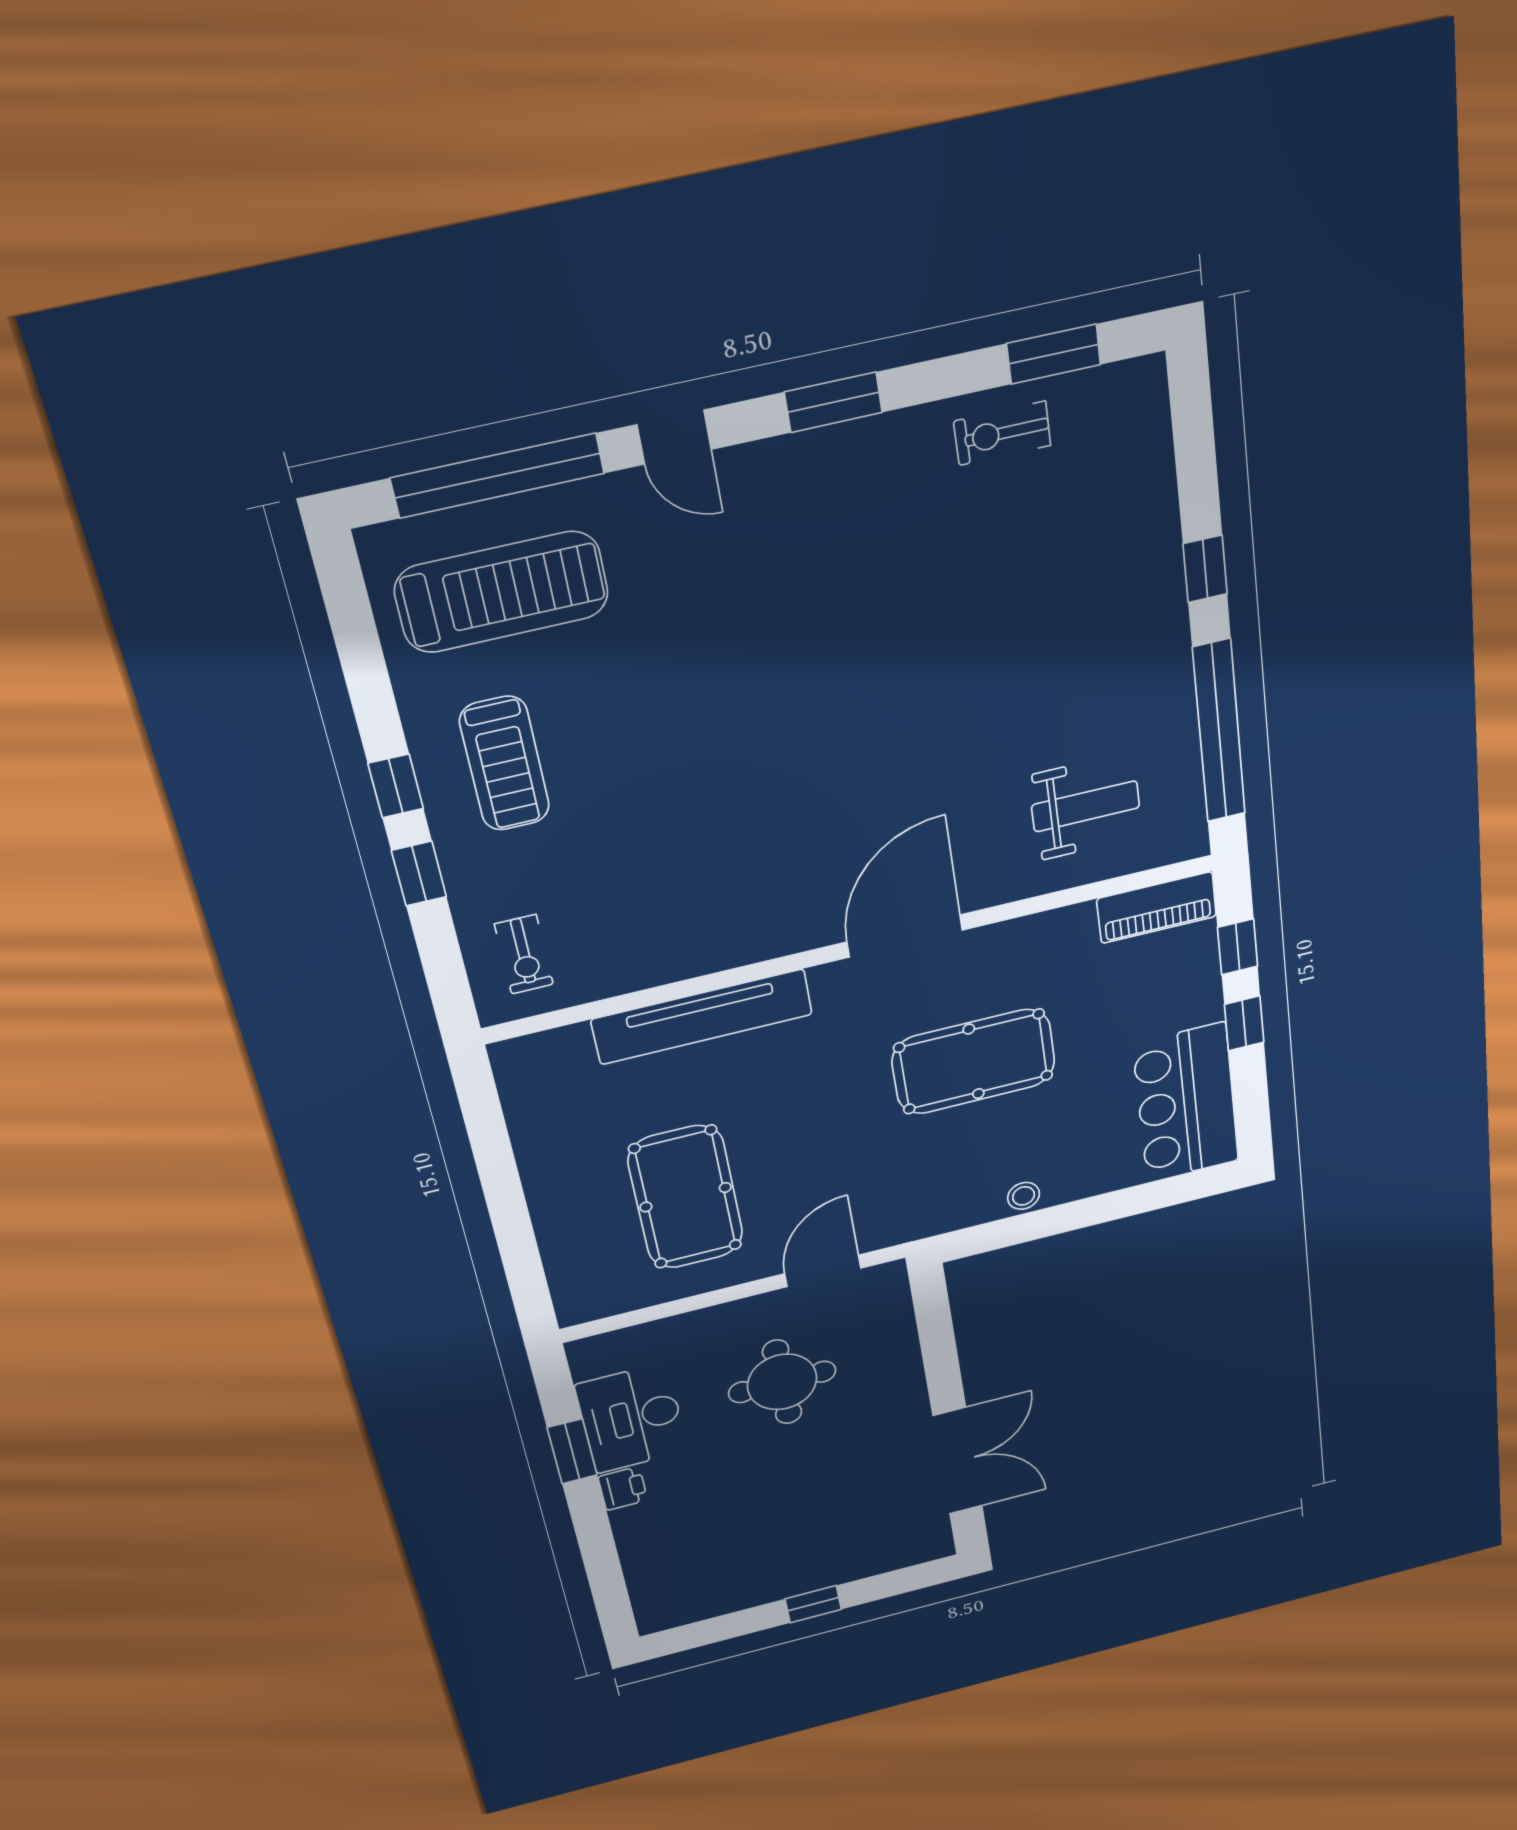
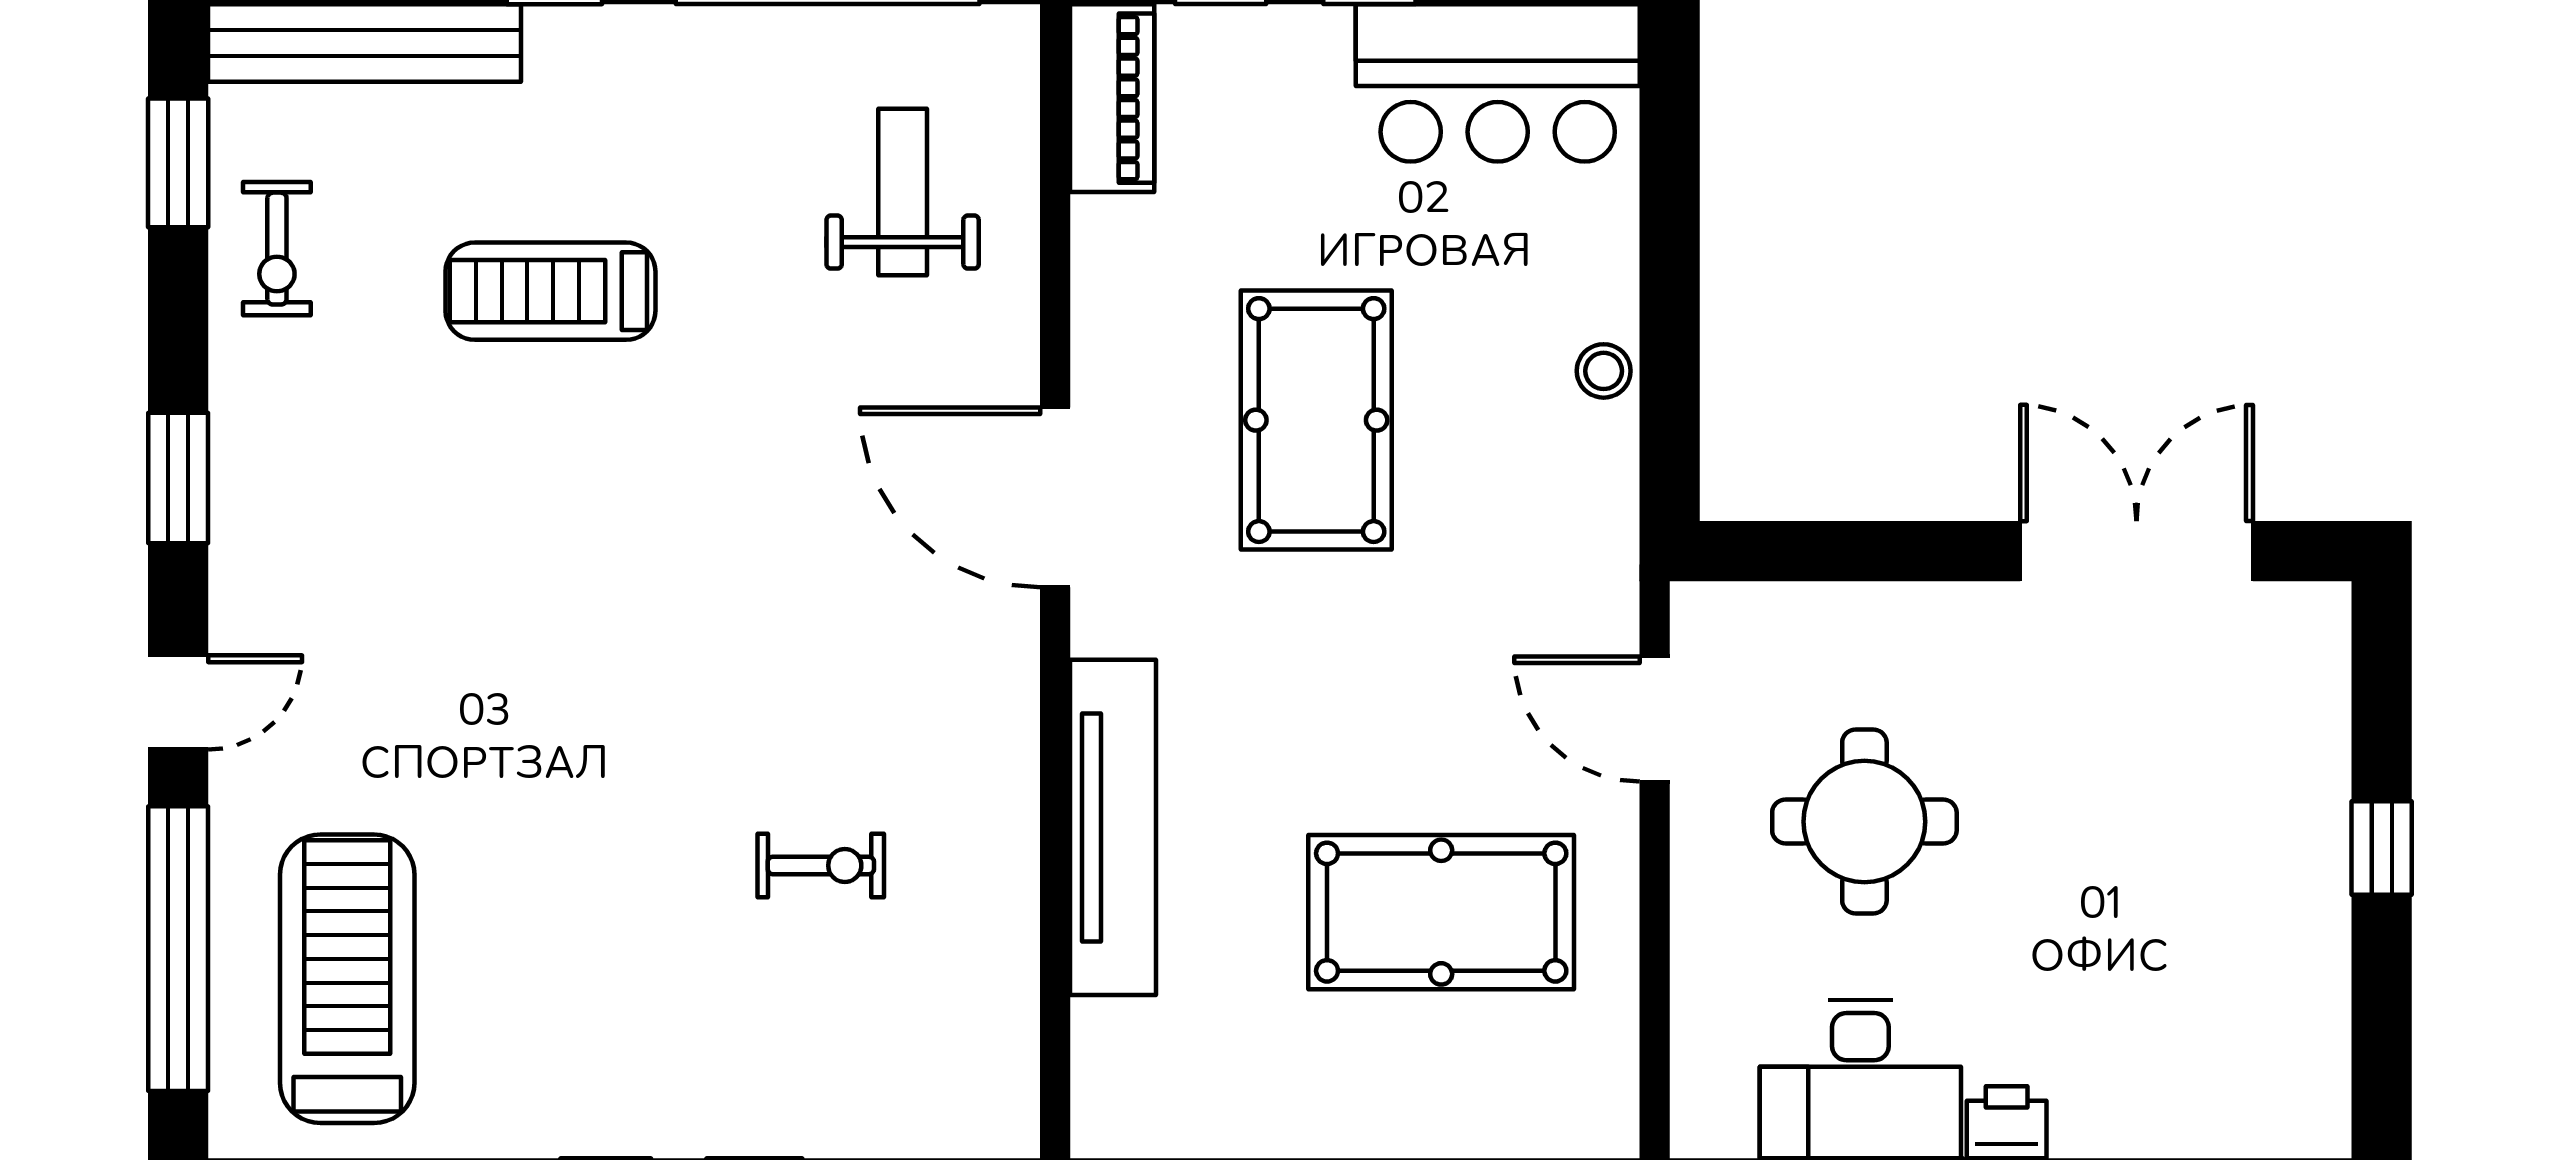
bench: (1148, 459) -> (364, 43), added
treadmill: (505, 764) -> (550, 291), moved, turned 180
exercise bike: (524, 954) -> (821, 865), moved

